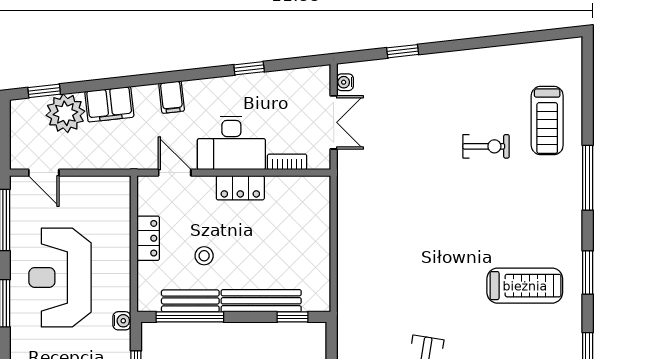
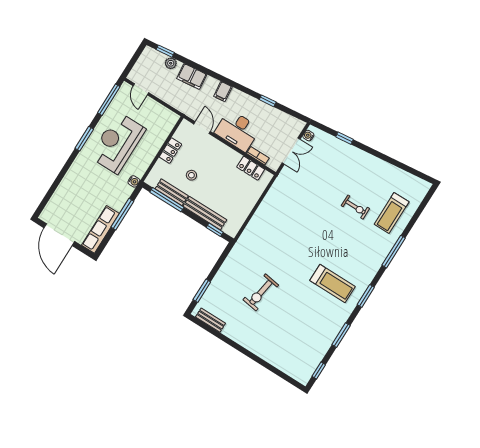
plant: (65, 113) -> (171, 63), width x0.53, depth x0.53
locker: (240, 188) -> (251, 168), moved

